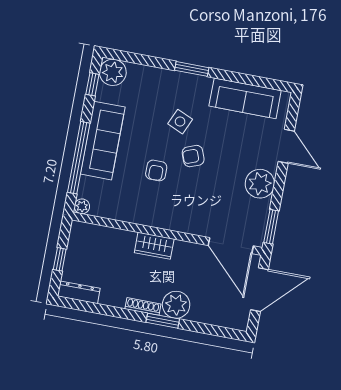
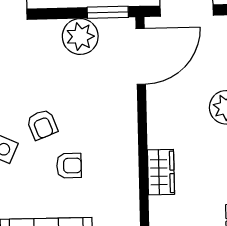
plant: (260, 184) -> (80, 36), moved
wardrobe: (154, 246) -> (161, 172), moved

